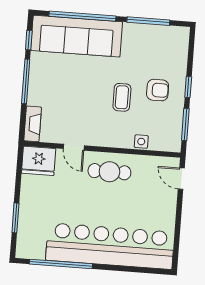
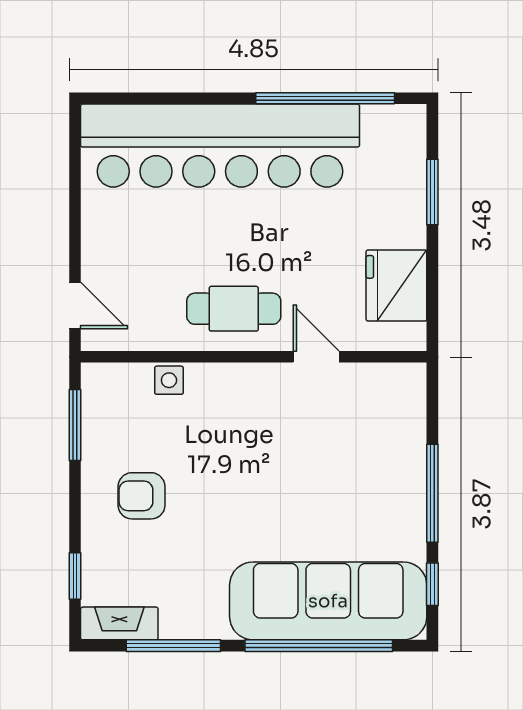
window: (188, 87) -> (75, 576), moved
coffee table: (122, 97) -> (219, 474), removed
fireplace: (33, 124) -> (119, 623), moved, turned 90
fridge: (39, 161) -> (396, 285), moved, turned -90

